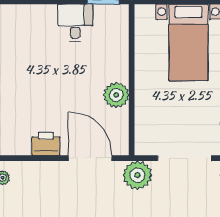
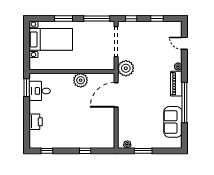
desk: (75, 23) -> (40, 91), moved
printer: (46, 144) -> (36, 122), moved, turned 180

